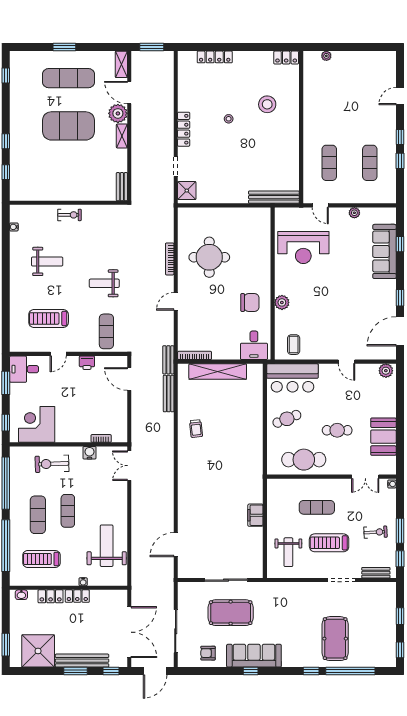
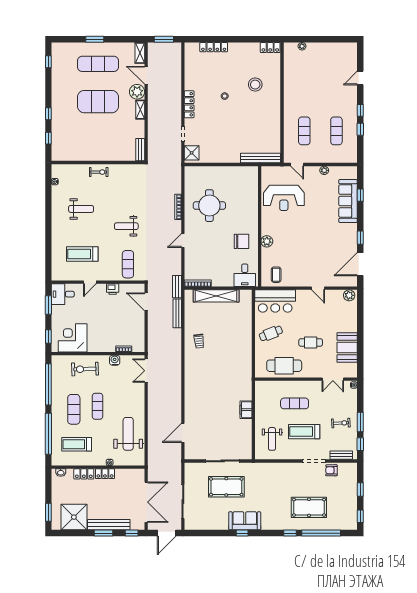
pool table: (335, 639) -> (309, 507), turned 90
armchair: (208, 653) -> (331, 470), moved
sofa: (254, 656) -> (245, 521), width x0.73

